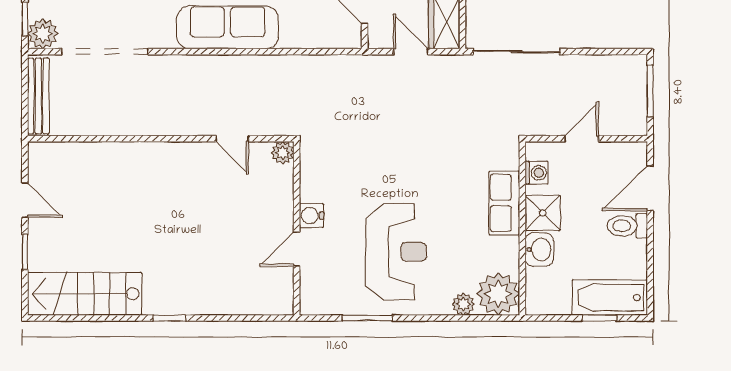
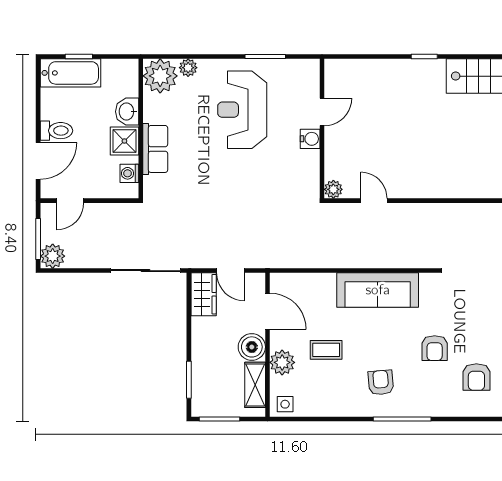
plant: (632, 70) -> (53, 256), added
door: (582, 139) -> (70, 201), moved

